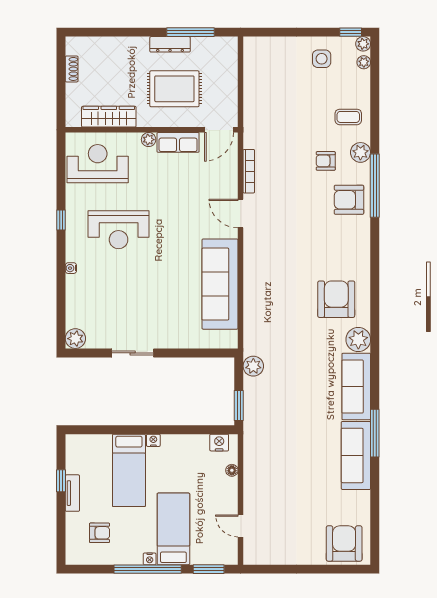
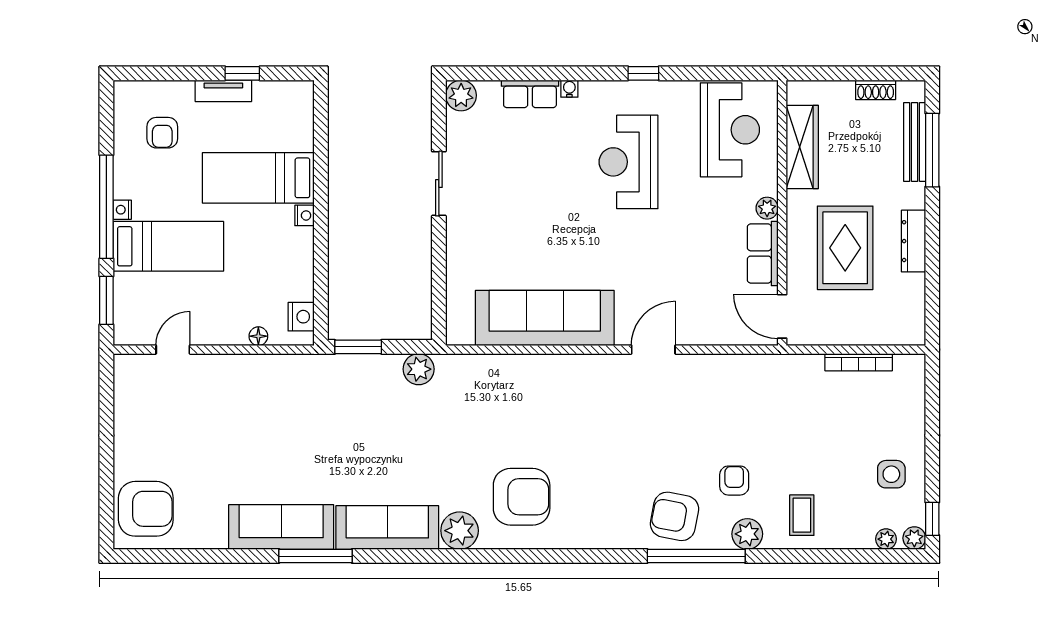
window: (191, 32) -> (932, 150), moved
bench: (106, 44) -> (915, 142), added
bookcase: (249, 171) -> (859, 362), moved
armchair: (349, 200) -> (674, 516), turned -79
row of seats: (74, 294) -> (530, 94), added

